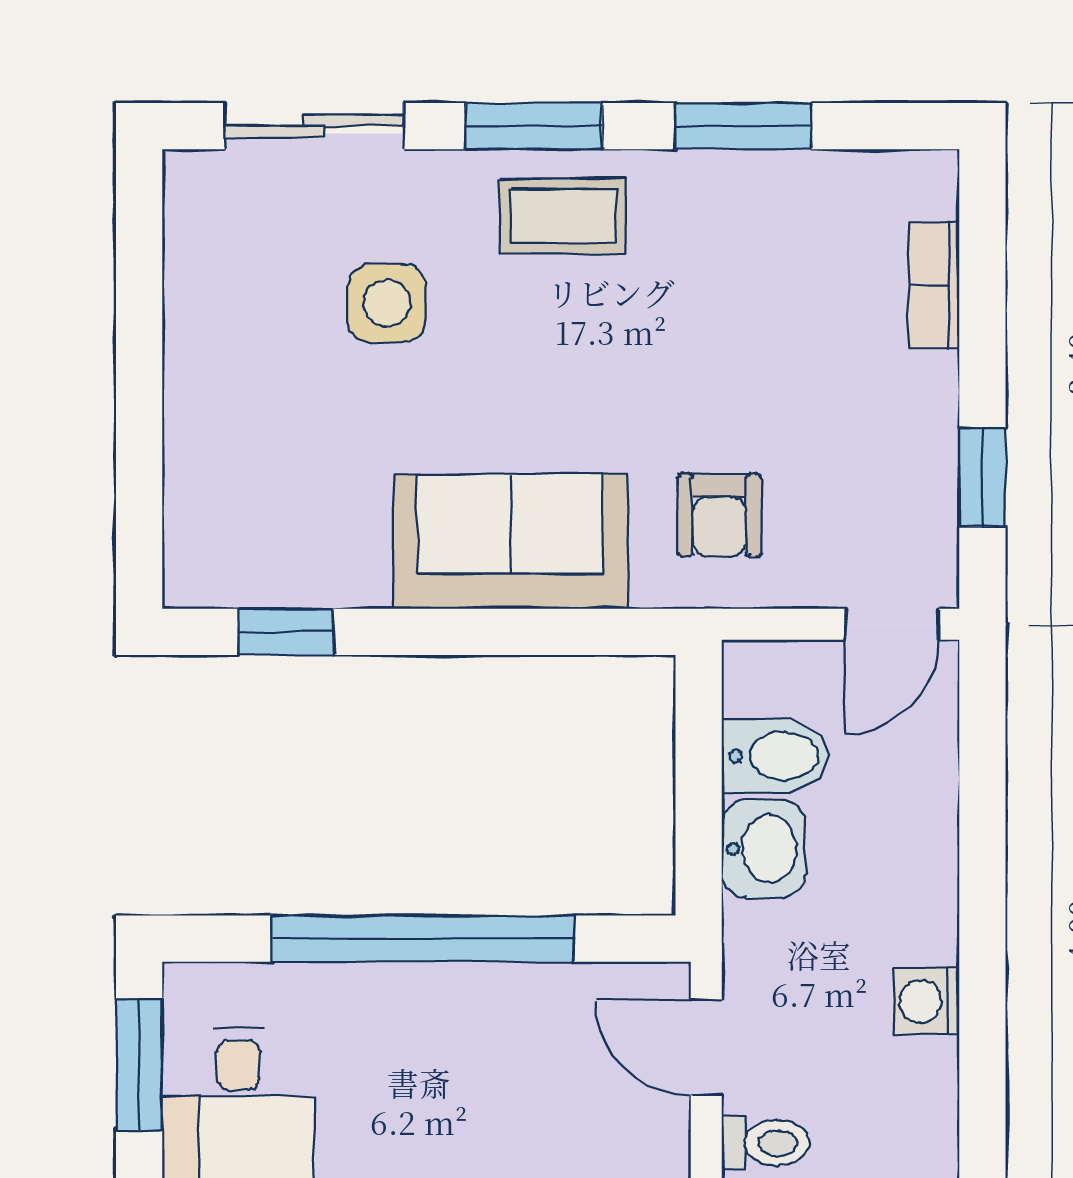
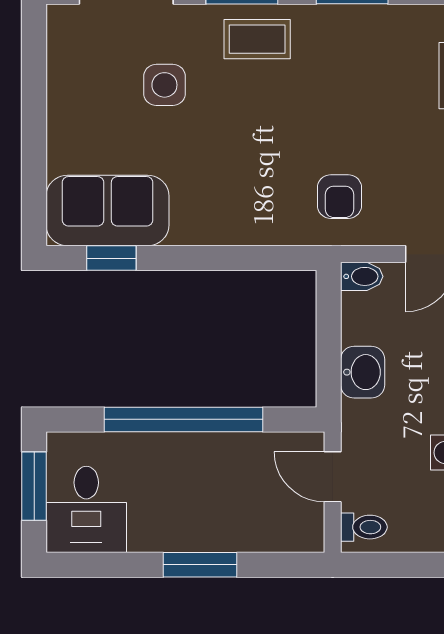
sofa: (510, 542) -> (108, 210), moved
bidet: (776, 756) -> (362, 276), moved, width x0.72, depth x0.74

